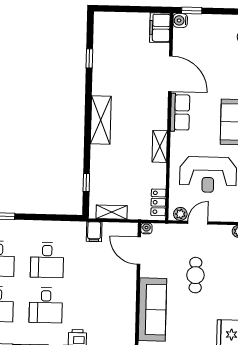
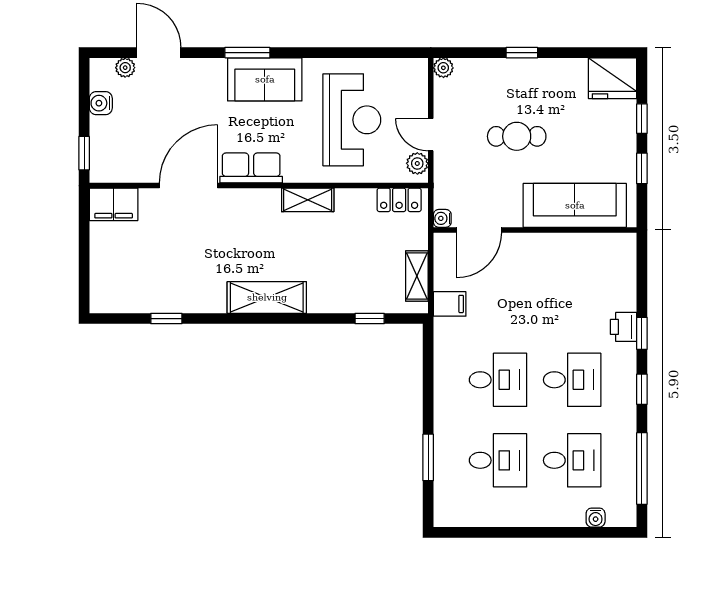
water cooler: (180, 20) -> (101, 103), moved, turned 90

